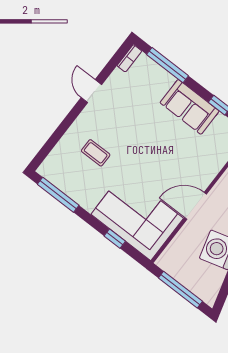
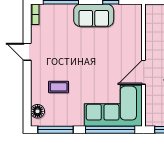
floor lamp: (54, 161) -> (38, 111), added
window: (115, 239) -> (110, 130), width x3.17

